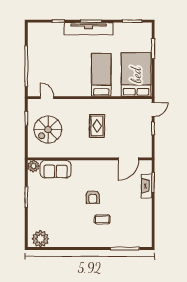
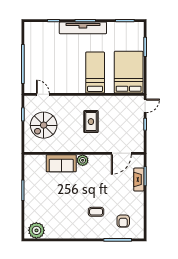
plant: (33, 166) -> (83, 160), moved
sofa: (56, 169) -> (61, 163), moved
armchair: (93, 197) -> (123, 221), moved

